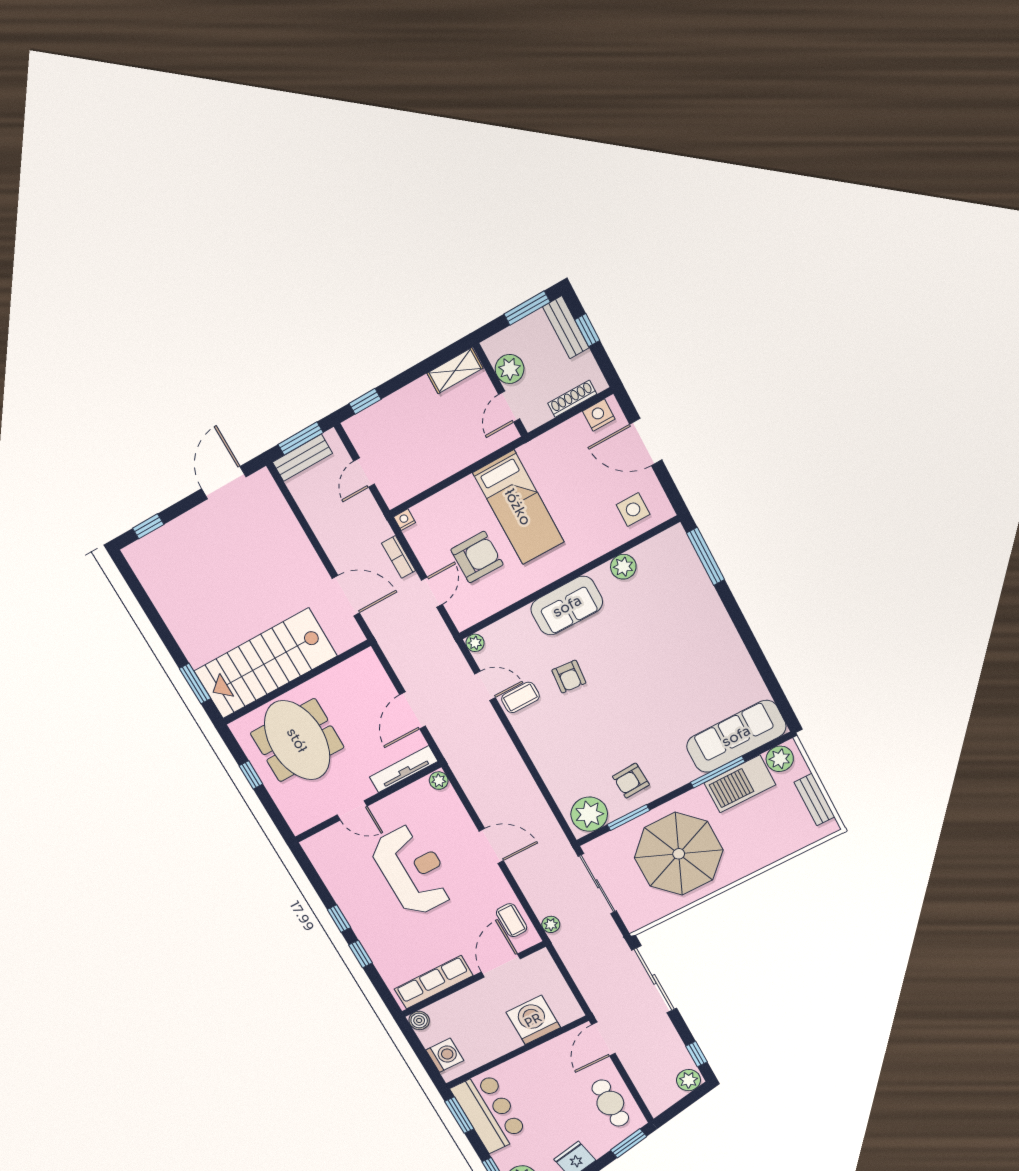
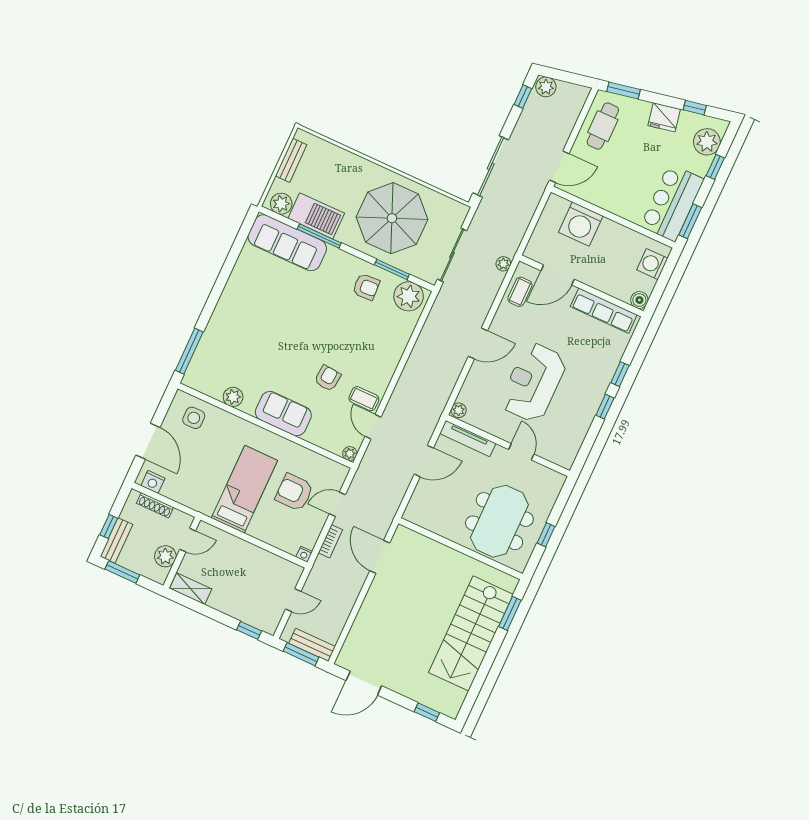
stairs: (265, 664) -> (471, 633), moved, turned 90
door: (491, 846) -> (478, 343), swing flipped

